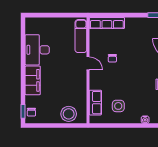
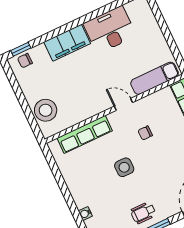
door: (88, 63) -> (123, 104), swing flipped
row of seats: (95, 103) -> (85, 134), width x1.48
side table: (118, 106) -> (124, 167), moved

